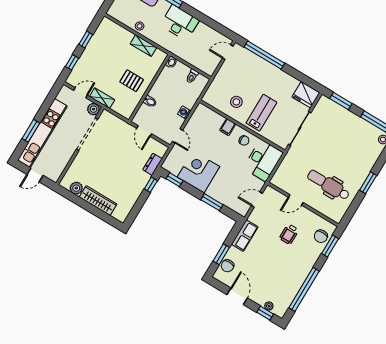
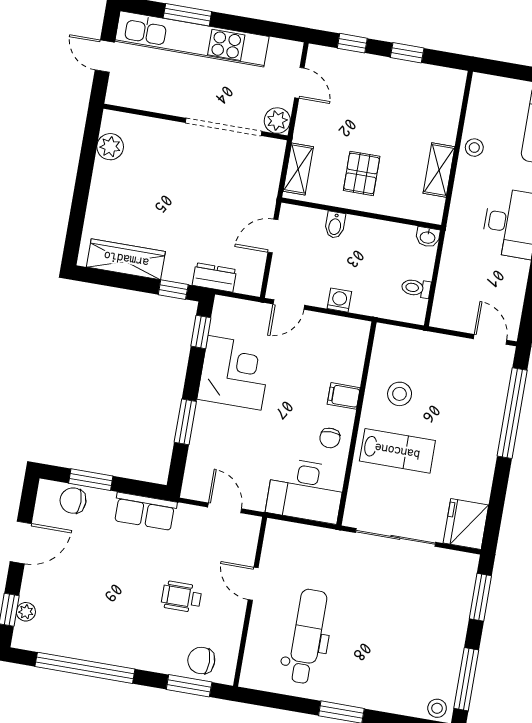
shelving: (102, 98) -> (298, 169), moved
wardrobe: (98, 201) -> (126, 259), moved, turned -90

